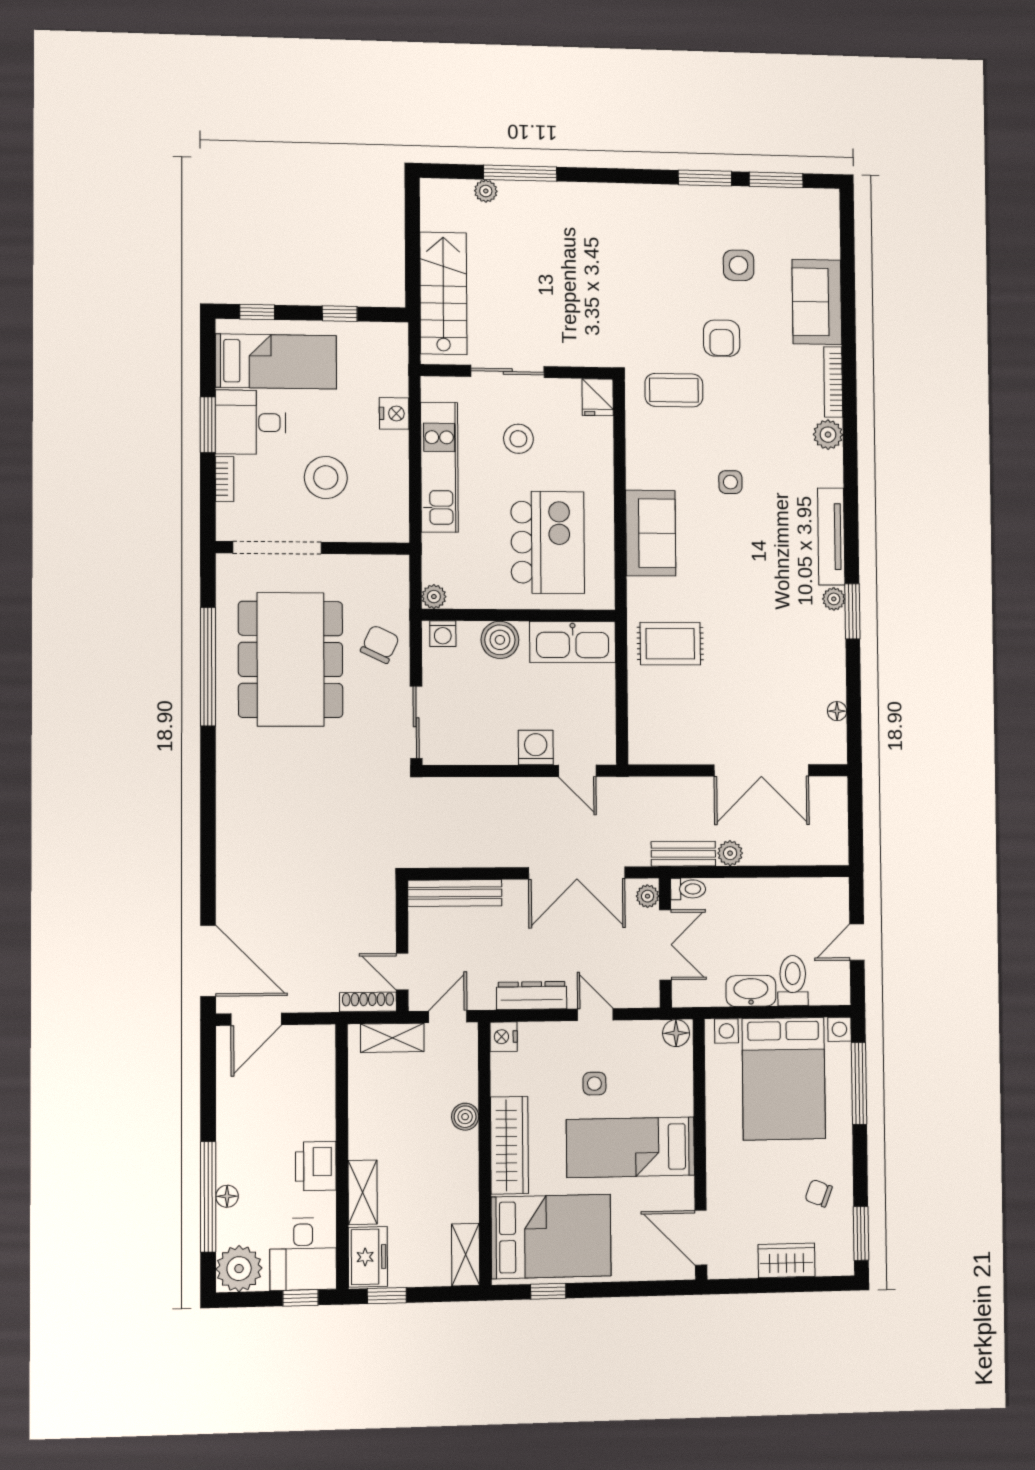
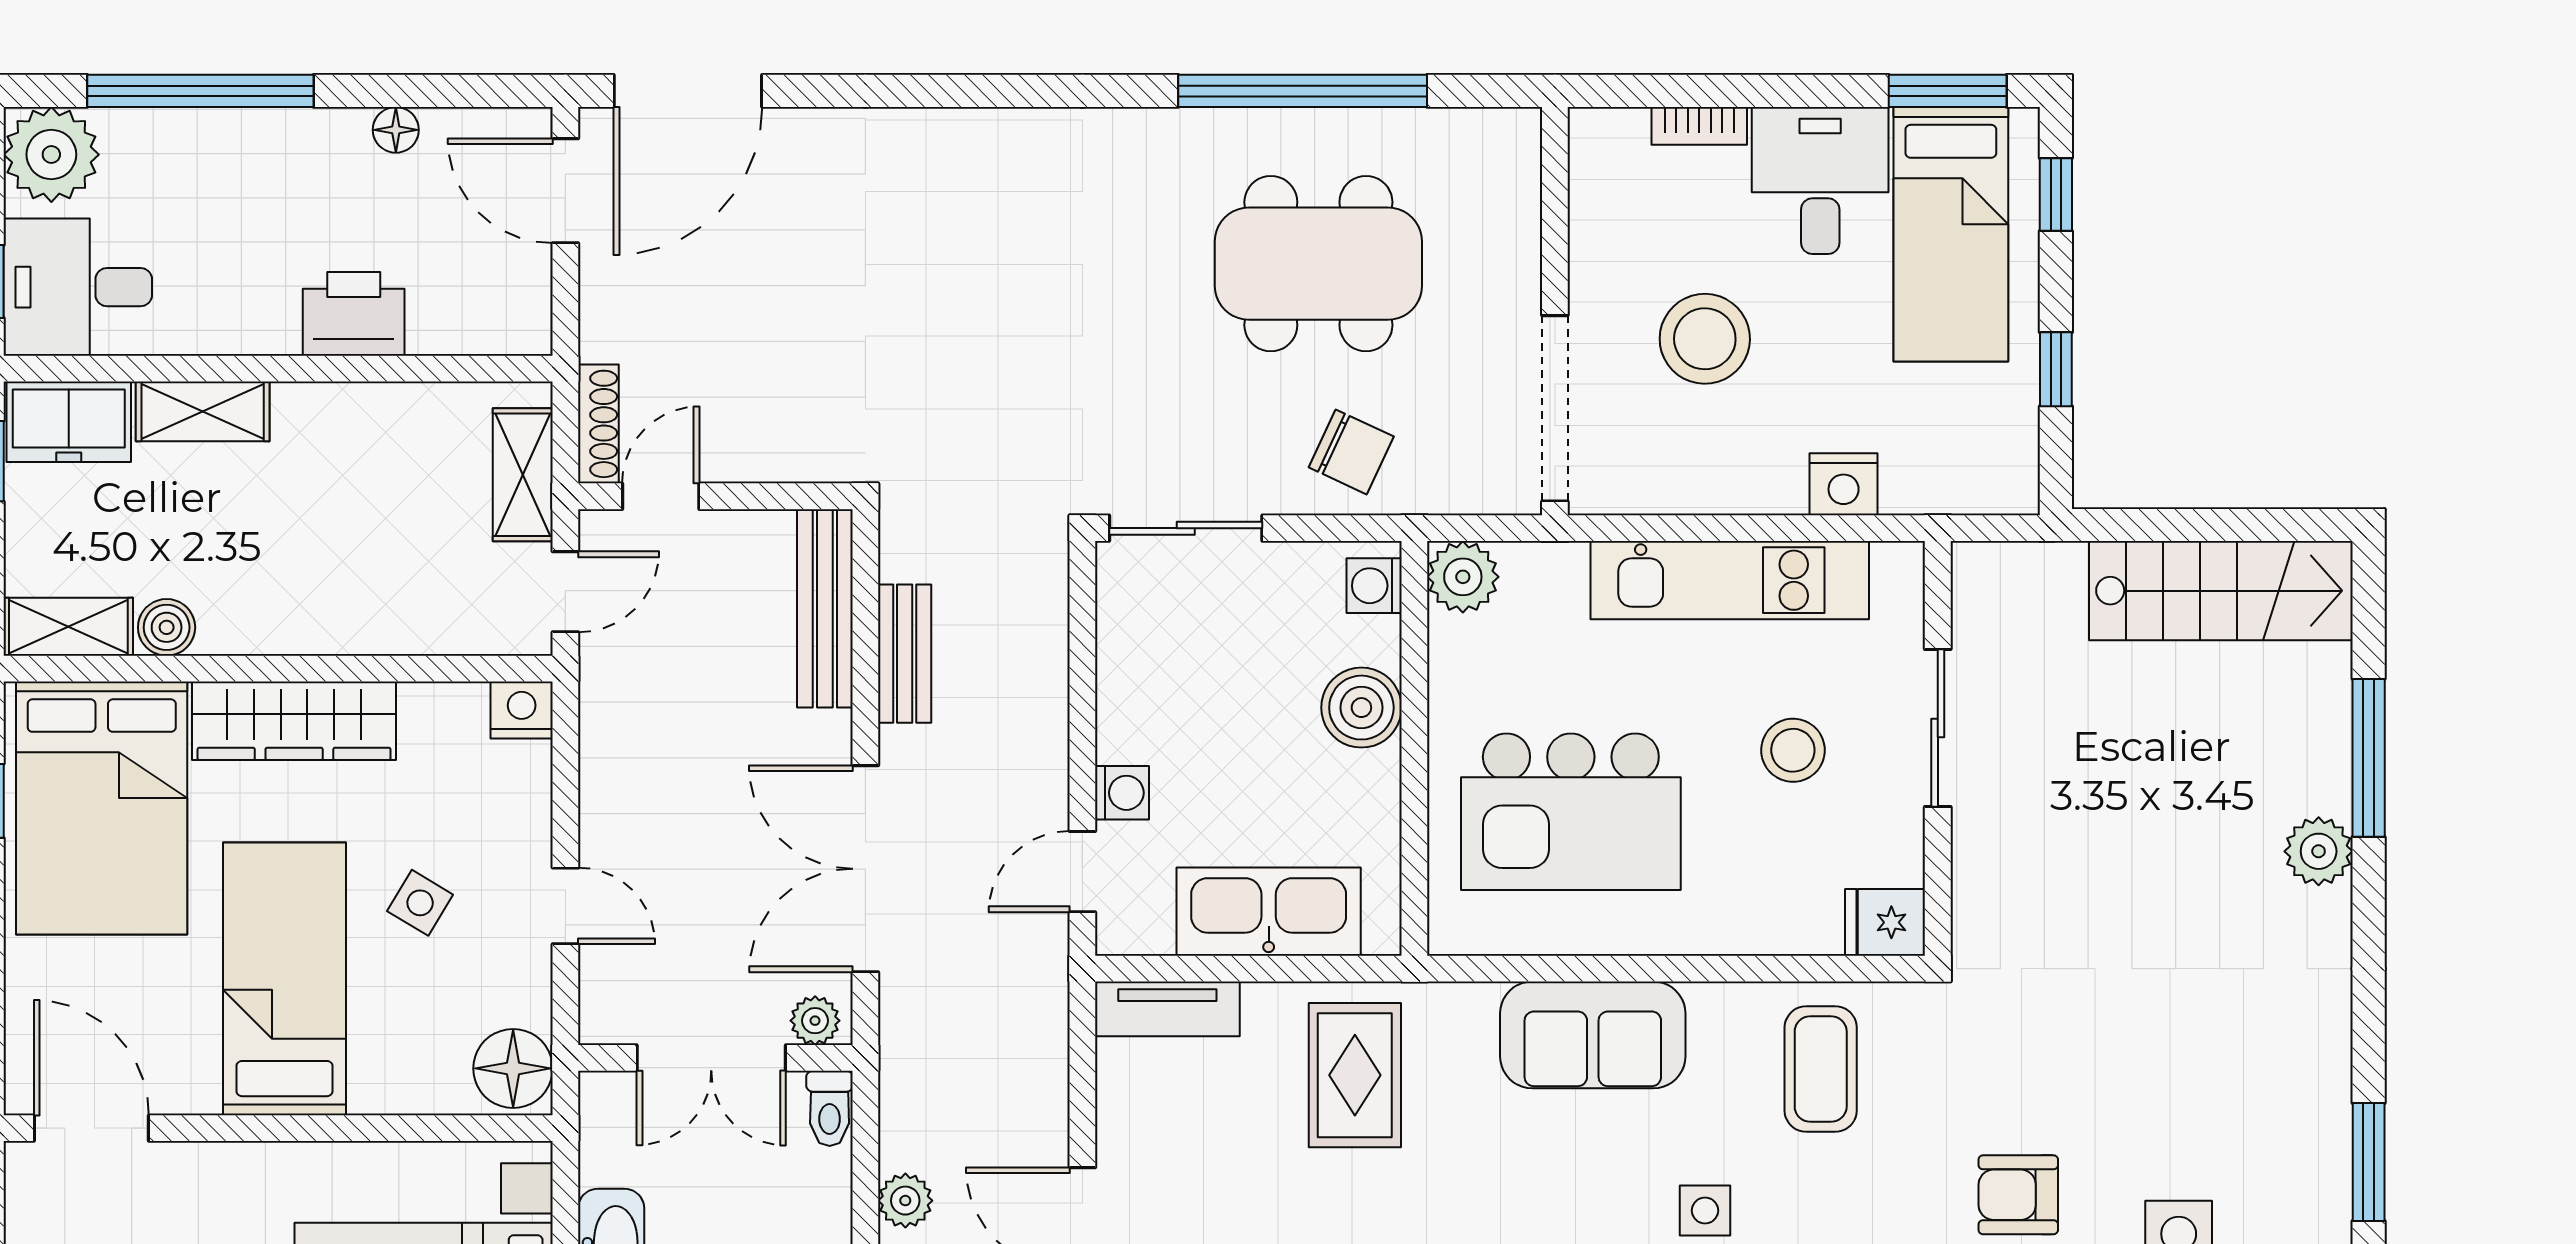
plant: (486, 191) -> (2319, 851), moved, width x1.38, depth x1.38
stairs: (443, 293) -> (2221, 591), moved
coffee table: (674, 390) -> (1821, 1069), moved
window: (208, 425) -> (1948, 91), moved
doorway: (277, 548) -> (1555, 408), moved
plant: (434, 597) -> (1463, 577), width x1.38, depth x1.38
kitchen sink: (573, 642) -> (1269, 912), moved, turned 90
dining table: (291, 659) -> (1318, 264), width x0.73, depth x0.80
tv unit: (641, 731) -> (1167, 1009), added
washing machine: (536, 747) -> (1122, 793), width x0.73, depth x0.73
bench: (683, 854) -> (905, 654), moved
dresser: (532, 996) -> (607, 770), removed
door: (595, 1015) -> (565, 906), hinge flipped
door: (448, 1017) -> (565, 592), hinge flipped
floor lamp: (676, 1033) -> (513, 1068), width x1.38, depth x1.38
side table: (594, 1084) -> (420, 903), turned 31
boiler: (465, 1117) -> (167, 627), moved
printer: (316, 1166) -> (354, 314), moved
floor lamp: (227, 1196) -> (396, 130), moved
door: (701, 1238) -> (91, 1128), hinge flipped

